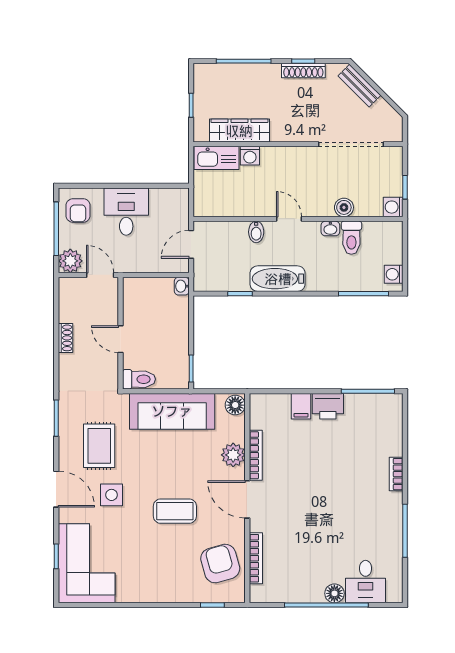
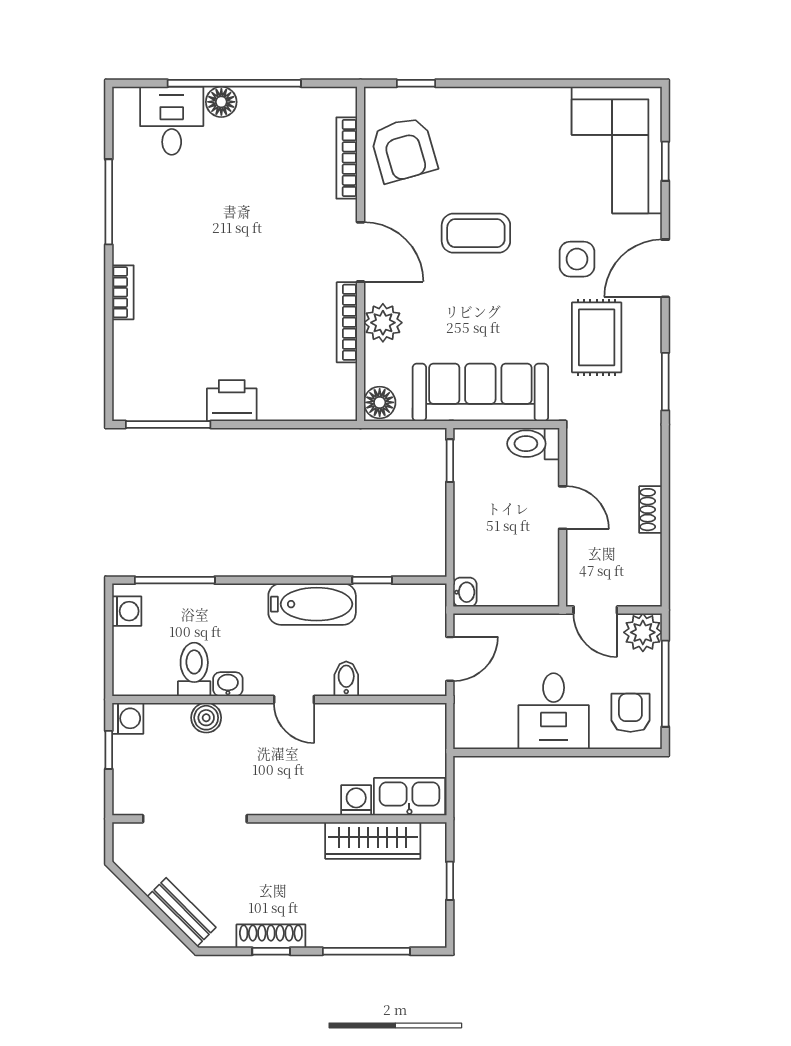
filing cabinet: (301, 406) -> (275, 401), removed
door: (56, 489) -> (665, 268), hinge flipped

